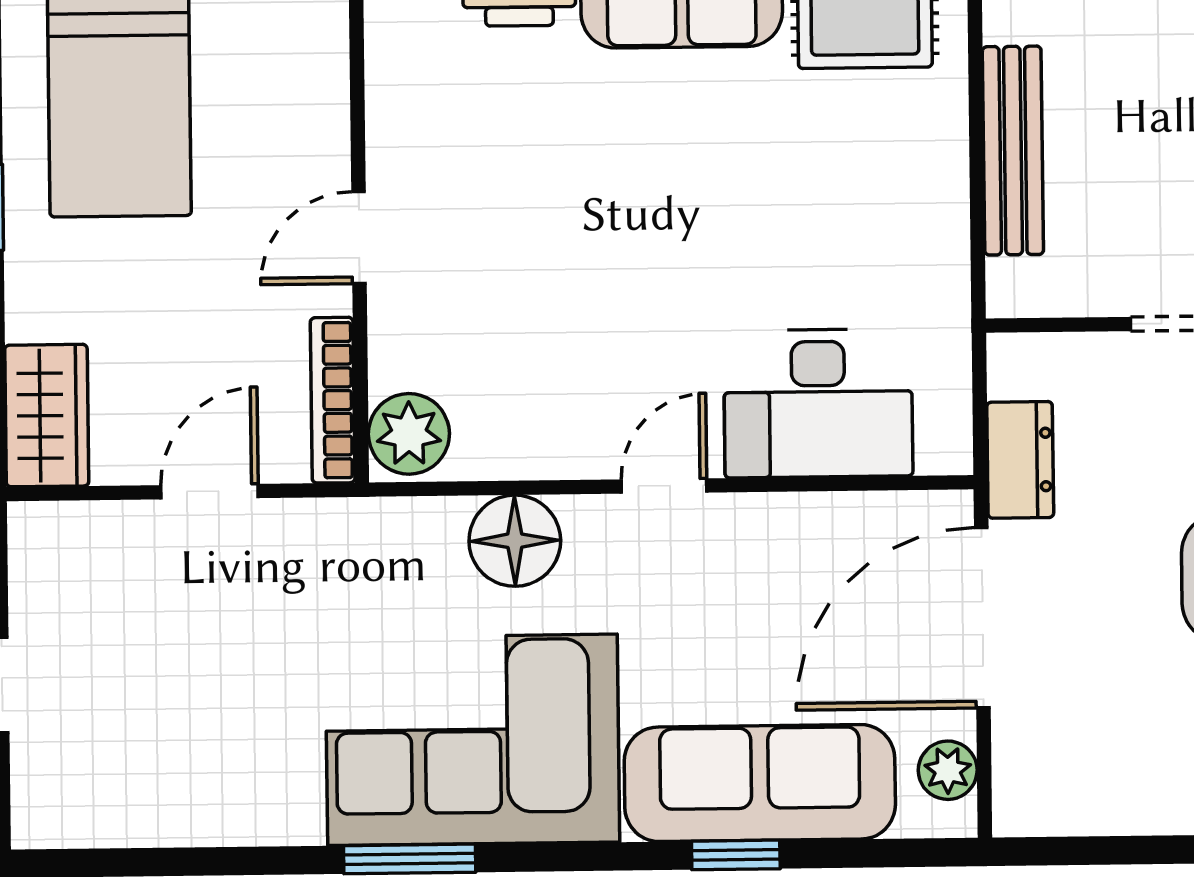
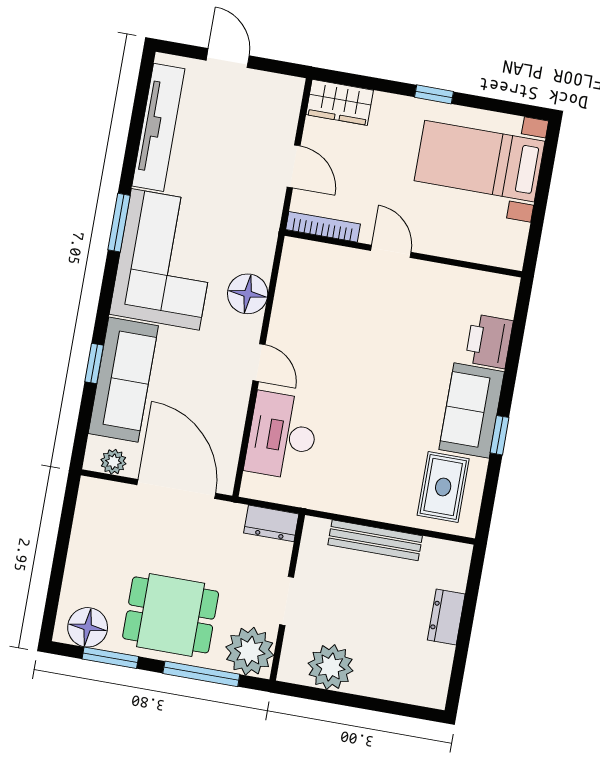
plant: (409, 434) -> (302, 257), removed
dresser: (1020, 460) -> (271, 523), moved
tv unit: (179, 811) -> (158, 127), added

